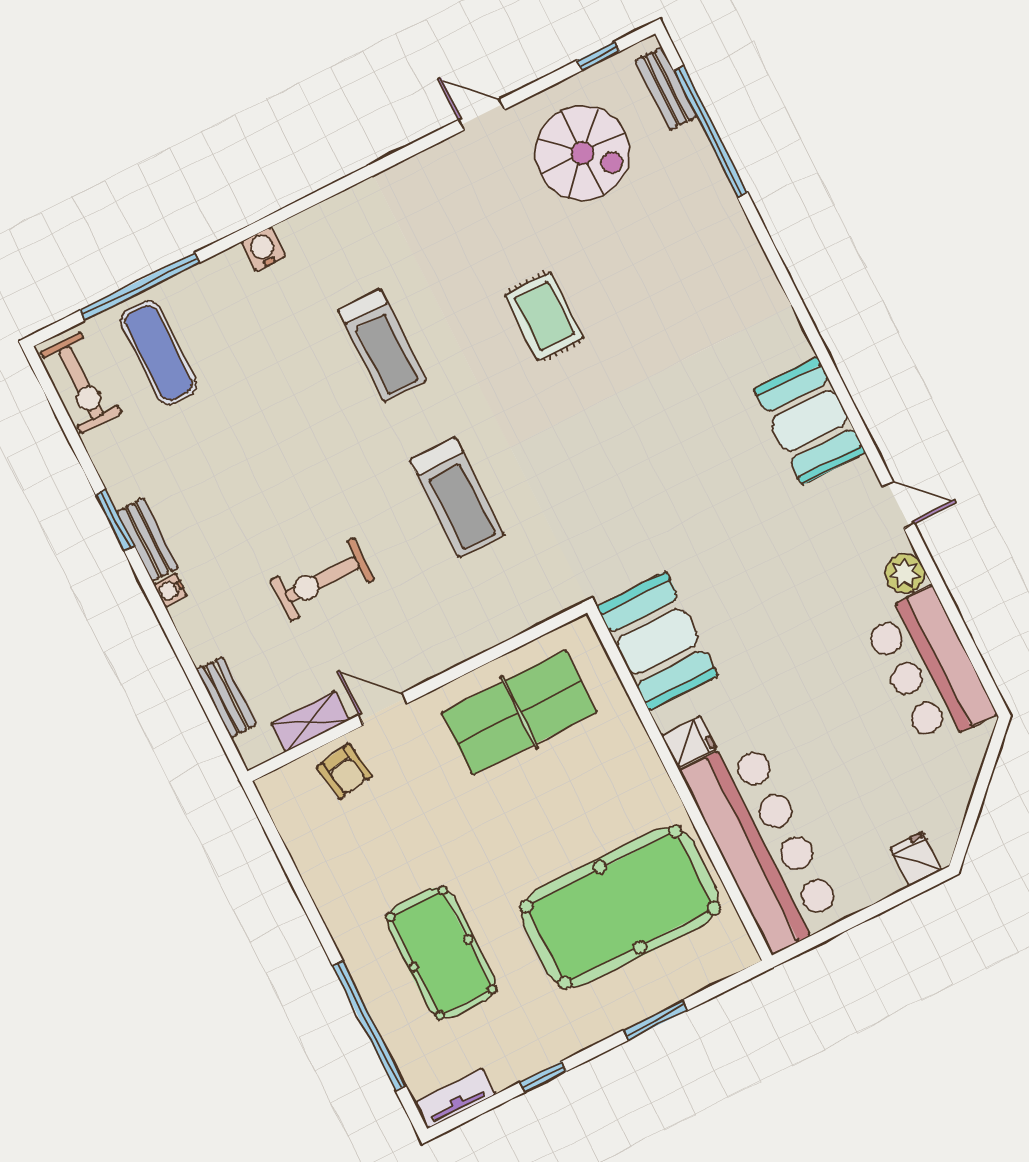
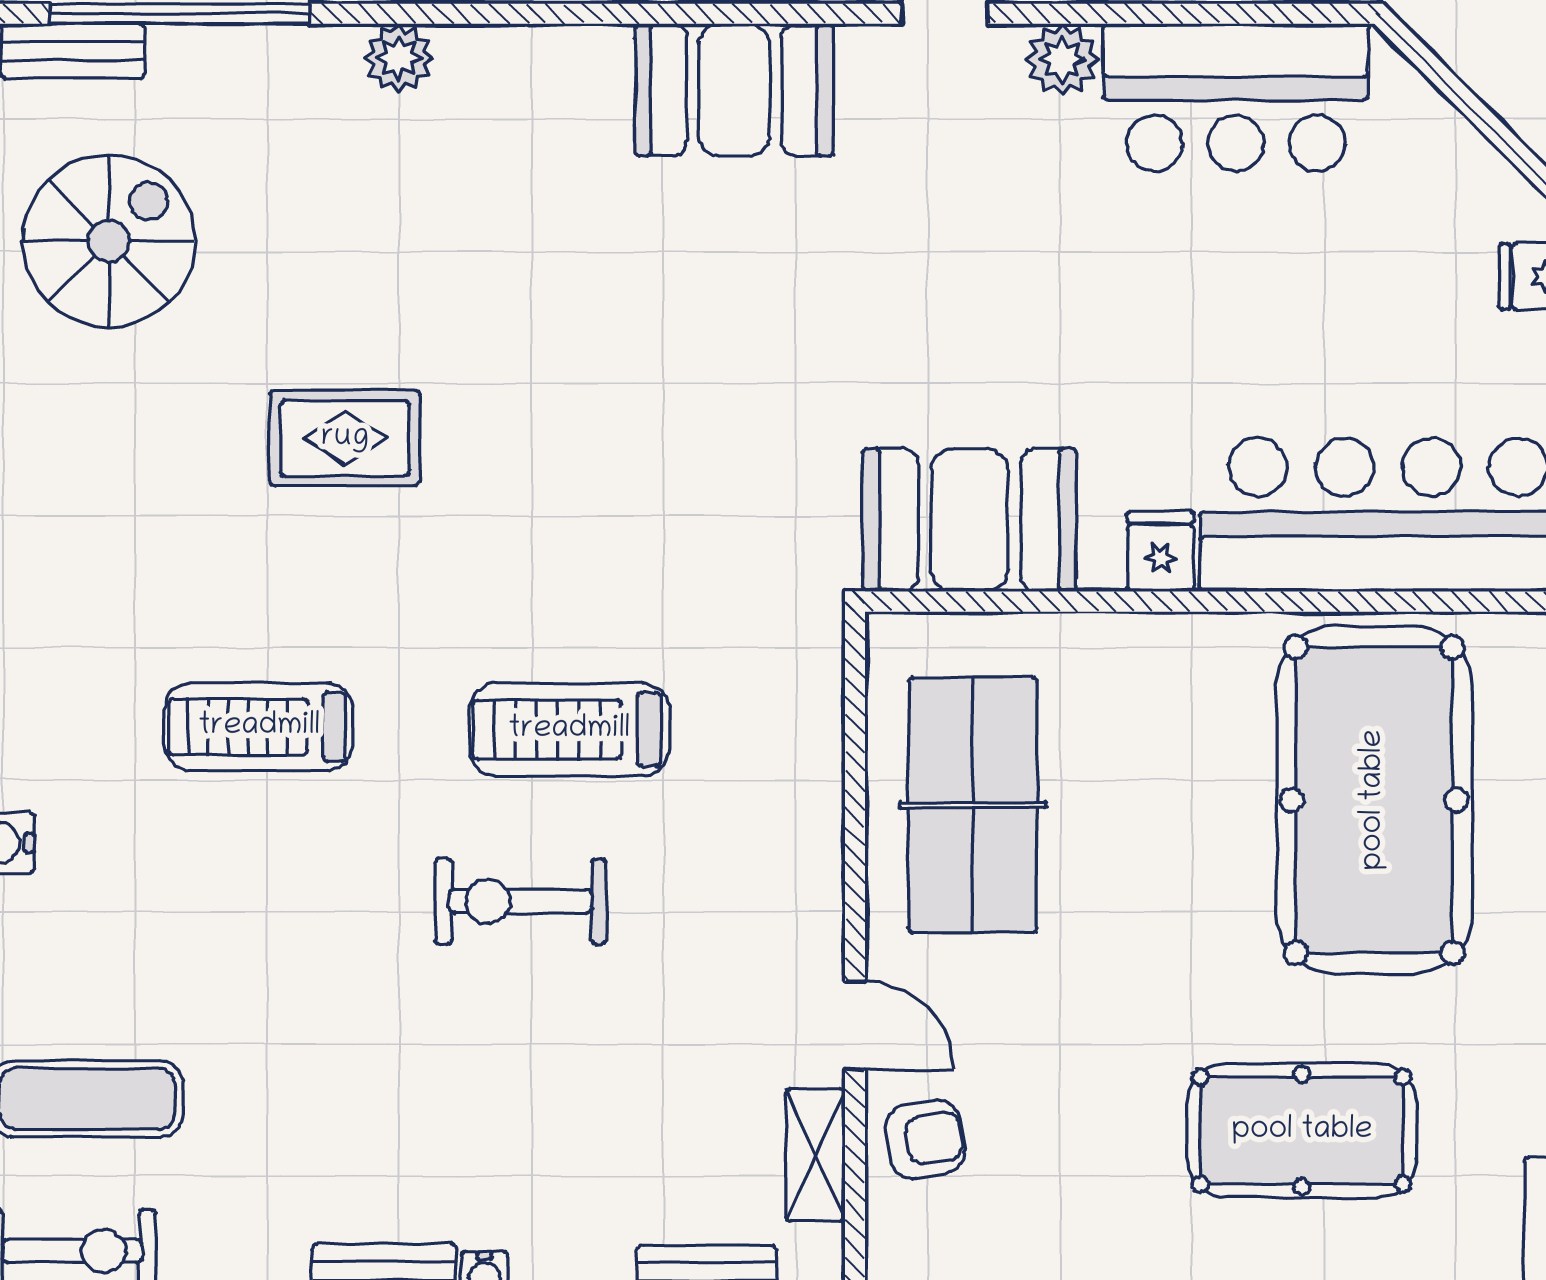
plant: (743, 249) -> (399, 58), added
treadmill: (382, 345) -> (259, 727), turned 180
treadmill: (457, 497) -> (569, 730), turned 180
exercise bike: (322, 580) -> (520, 901), moved, turned 90
door: (383, 709) -> (855, 1025), swing flipped

